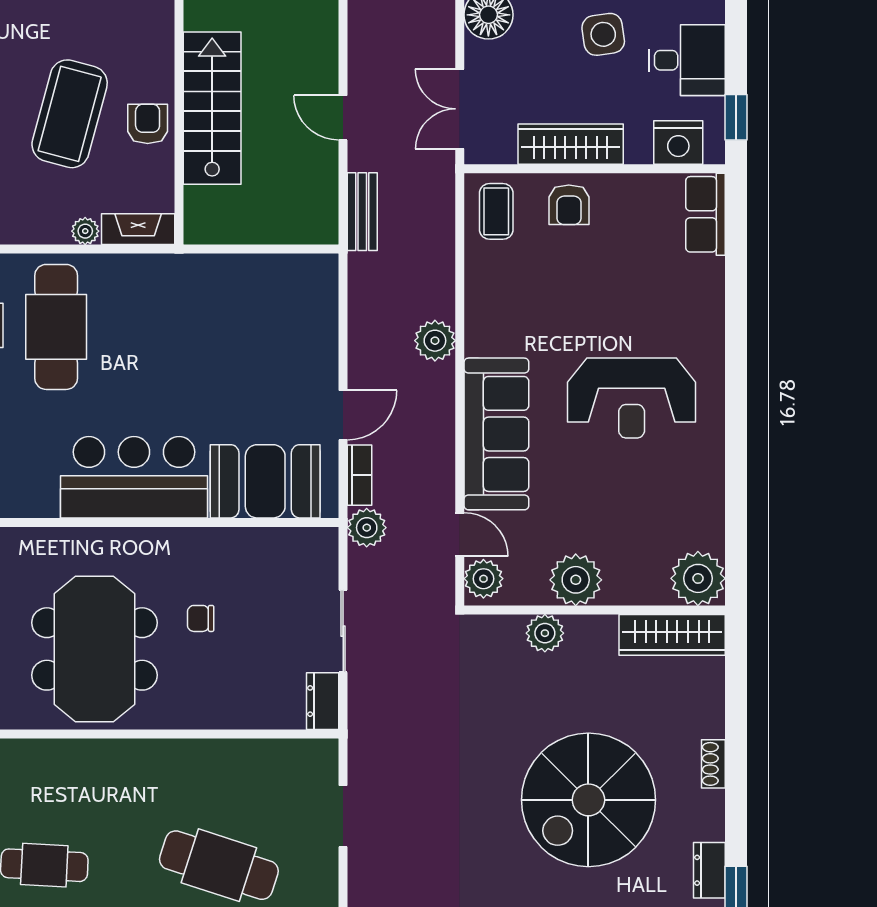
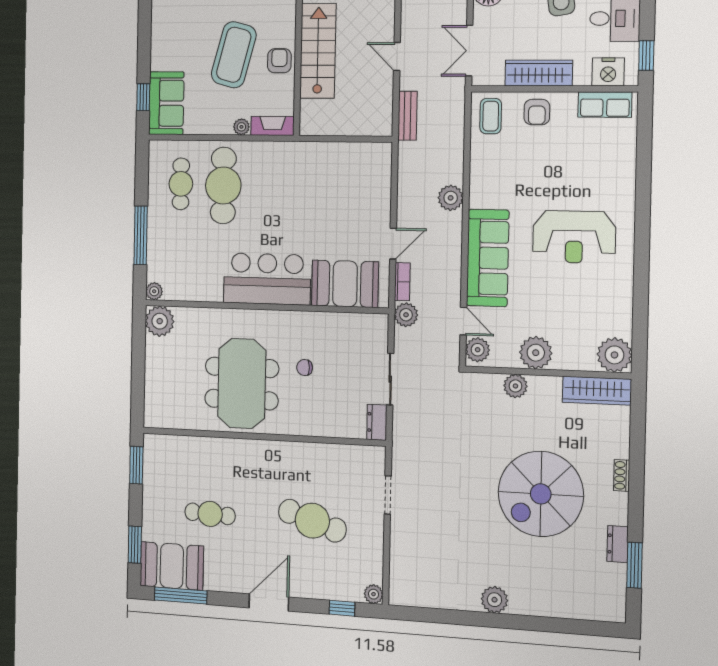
row of seats: (705, 214) -> (605, 105), moved, turned -90

